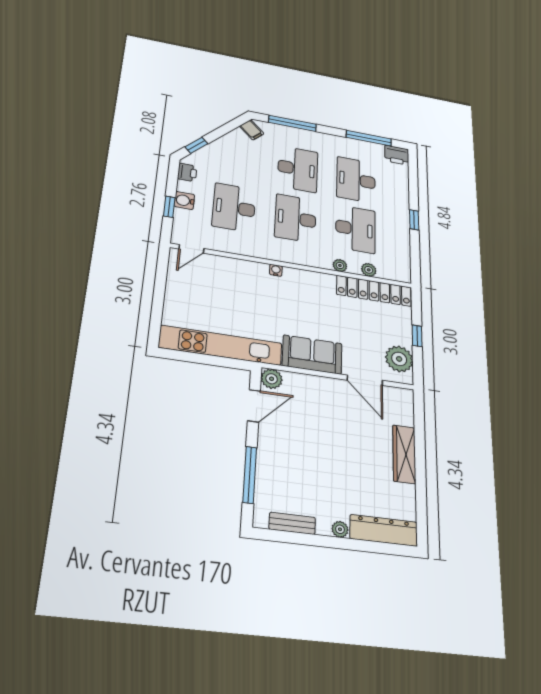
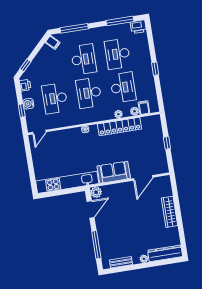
filing cabinet: (386, 269) -> (144, 108), added
locker: (374, 291) -> (120, 127), moved
plant: (399, 359) -> (159, 160), removed
door: (365, 380) -> (143, 178), hinge flipped

